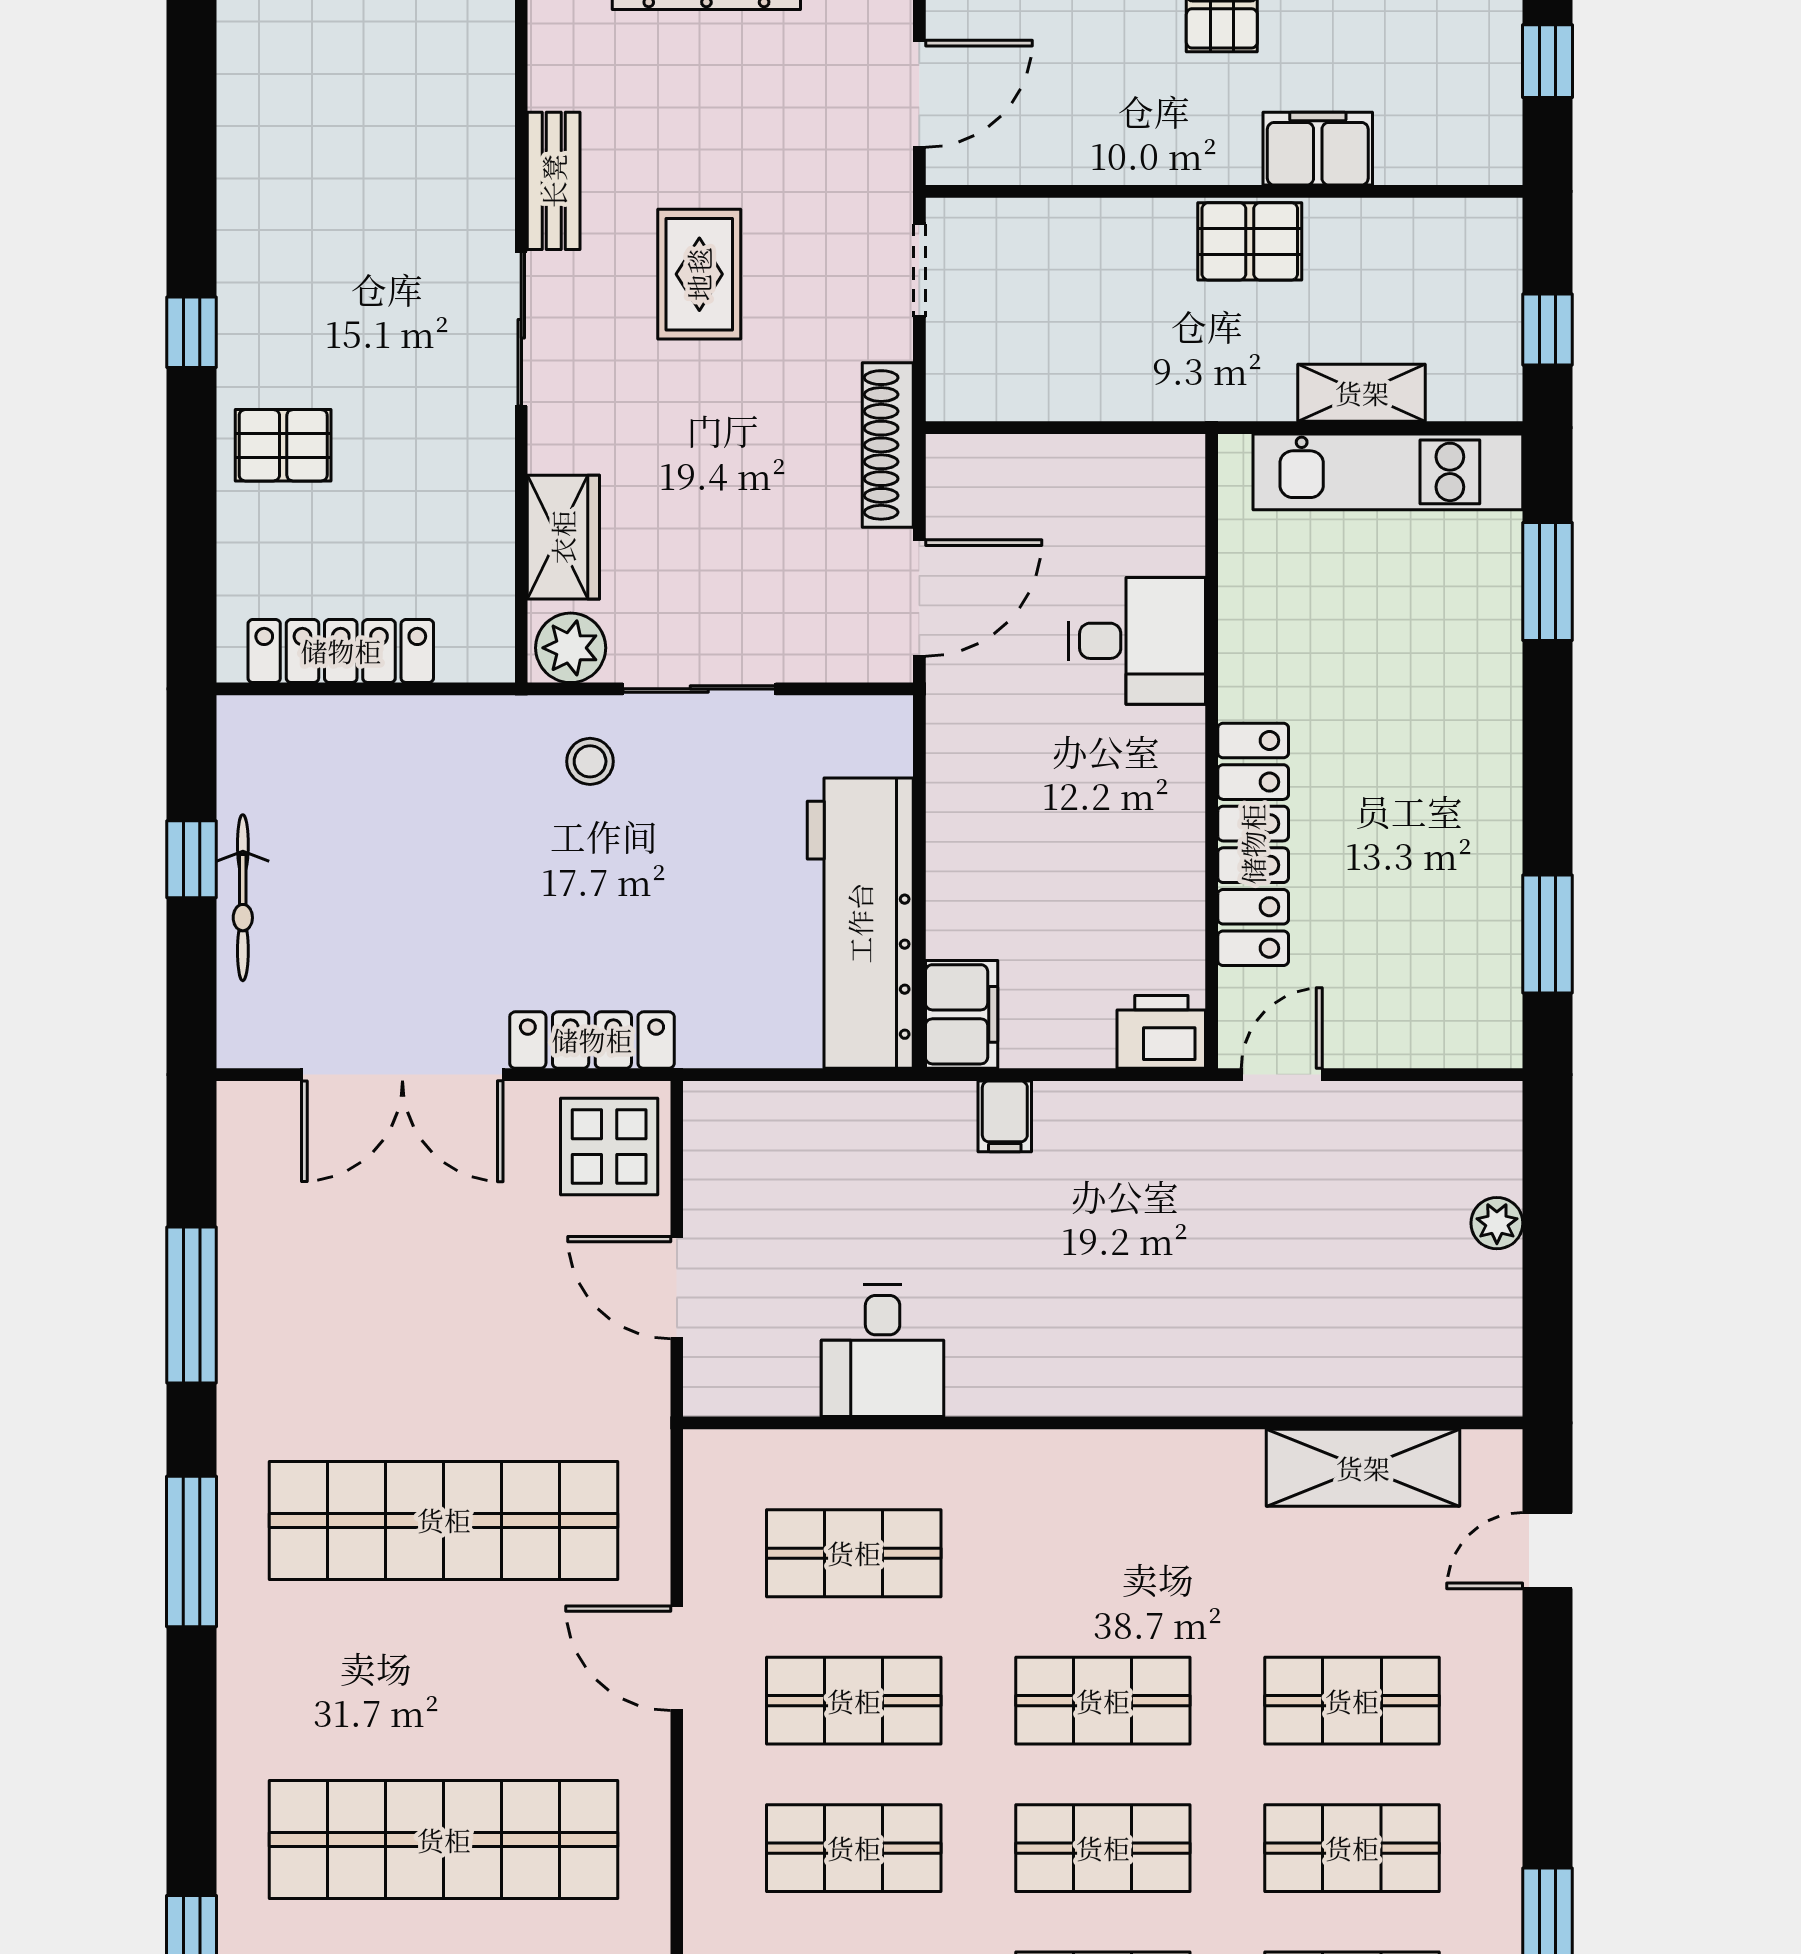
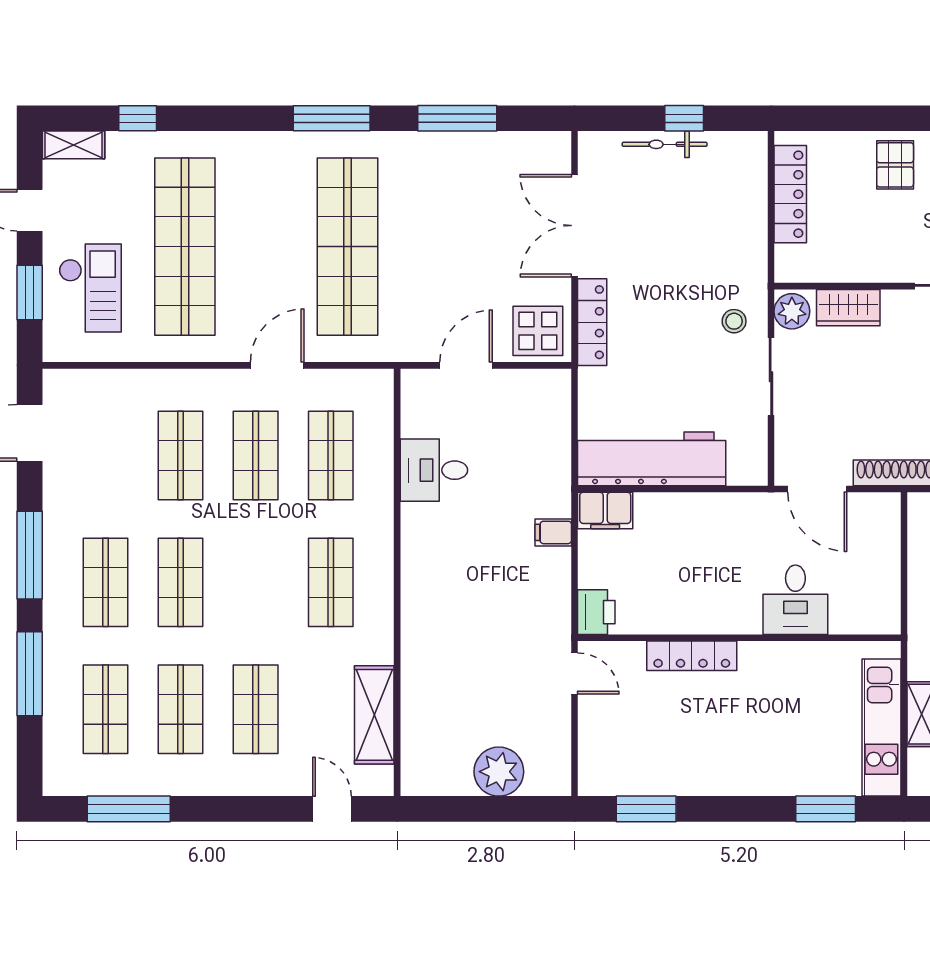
locker: (1253, 844) -> (692, 656), width x0.71, depth x0.83
plant: (1497, 1223) -> (499, 772), width x1.88, depth x1.88
shop shelf: (1103, 1701) -> (331, 582), moved

